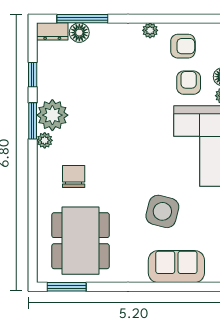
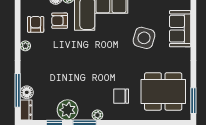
plant: (52, 115) -> (68, 110), moved

